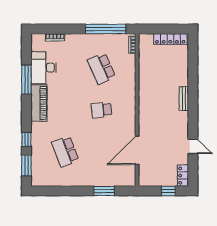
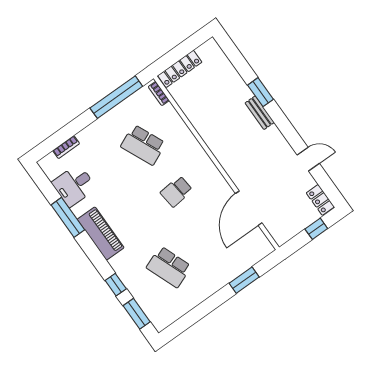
locker: (170, 39) -> (180, 69), moved
desk: (44, 68) -> (74, 185), width x0.73
window: (193, 87) -> (261, 92), added

